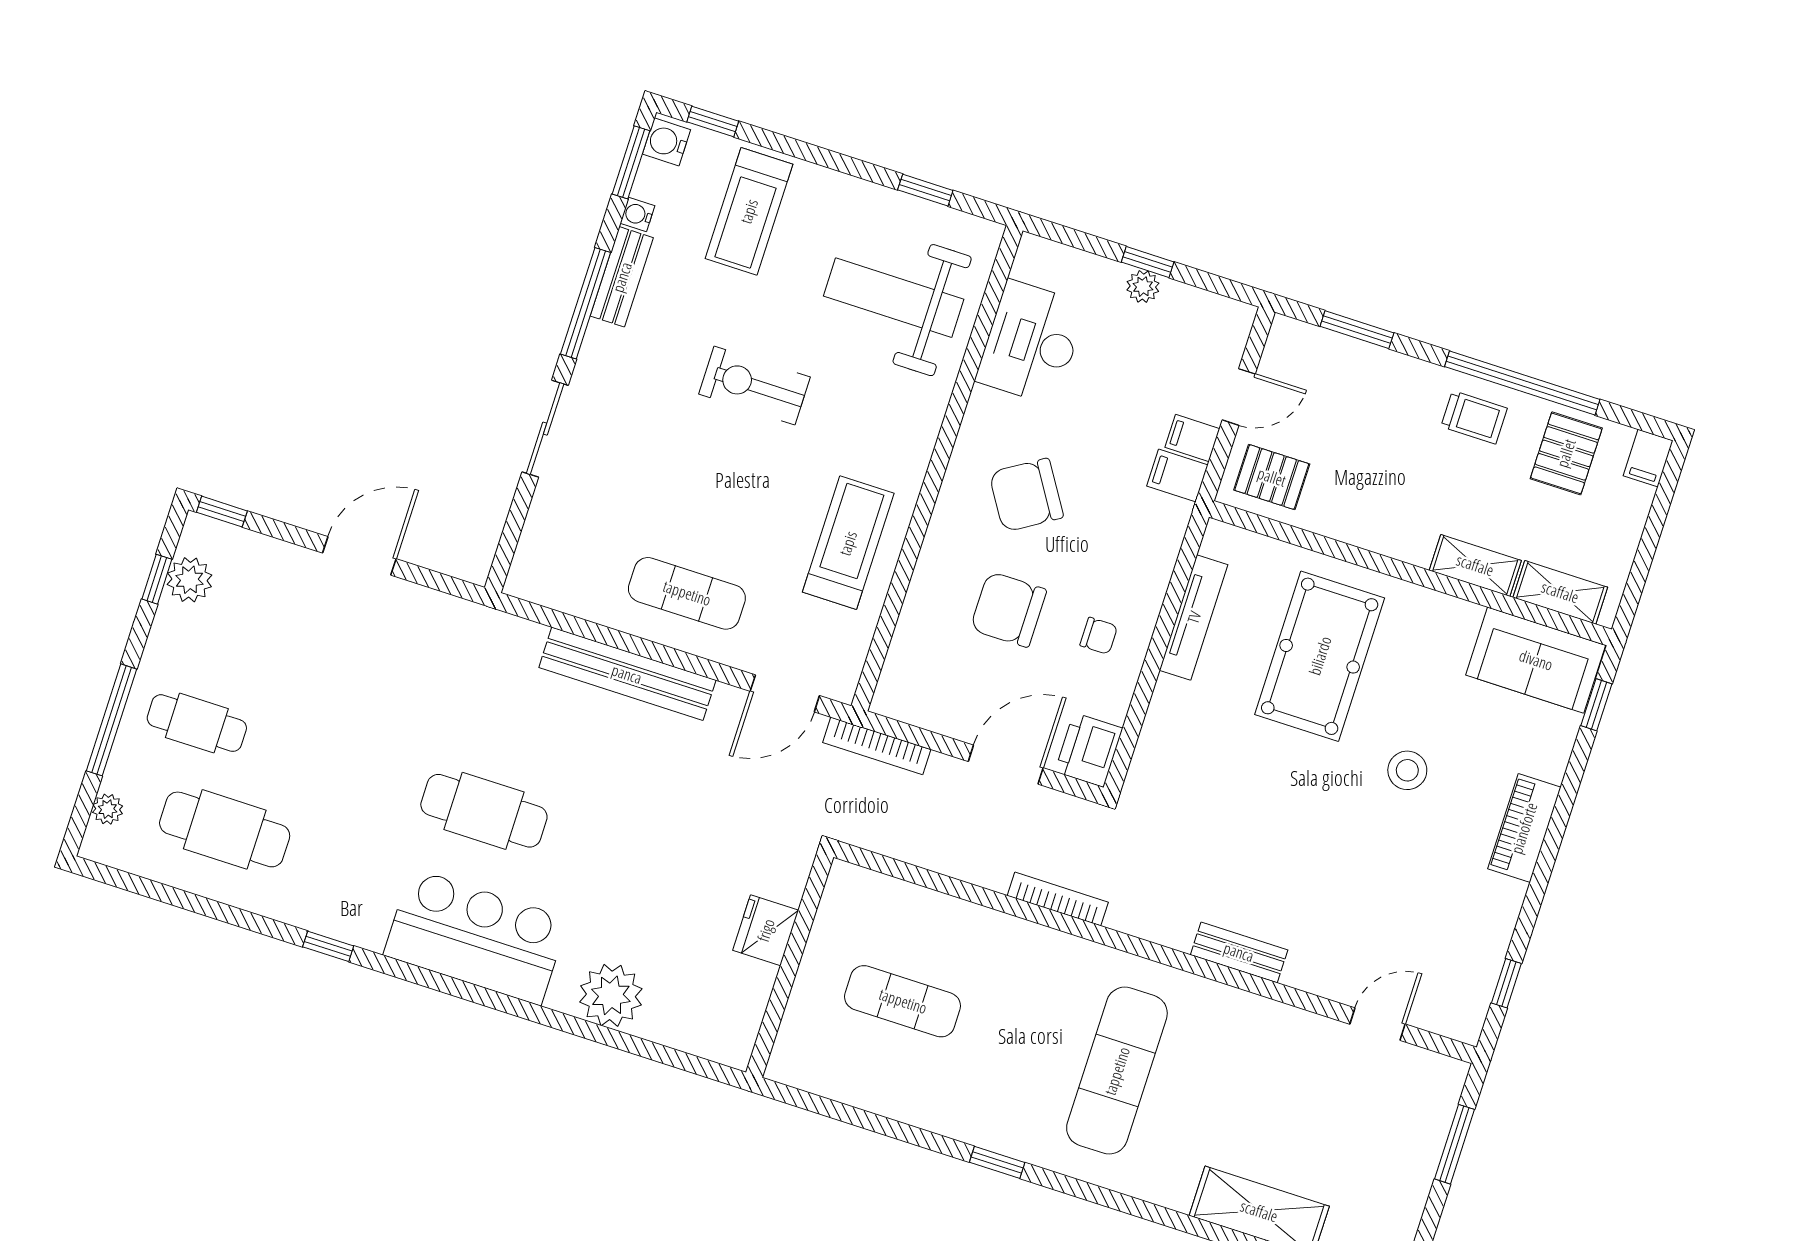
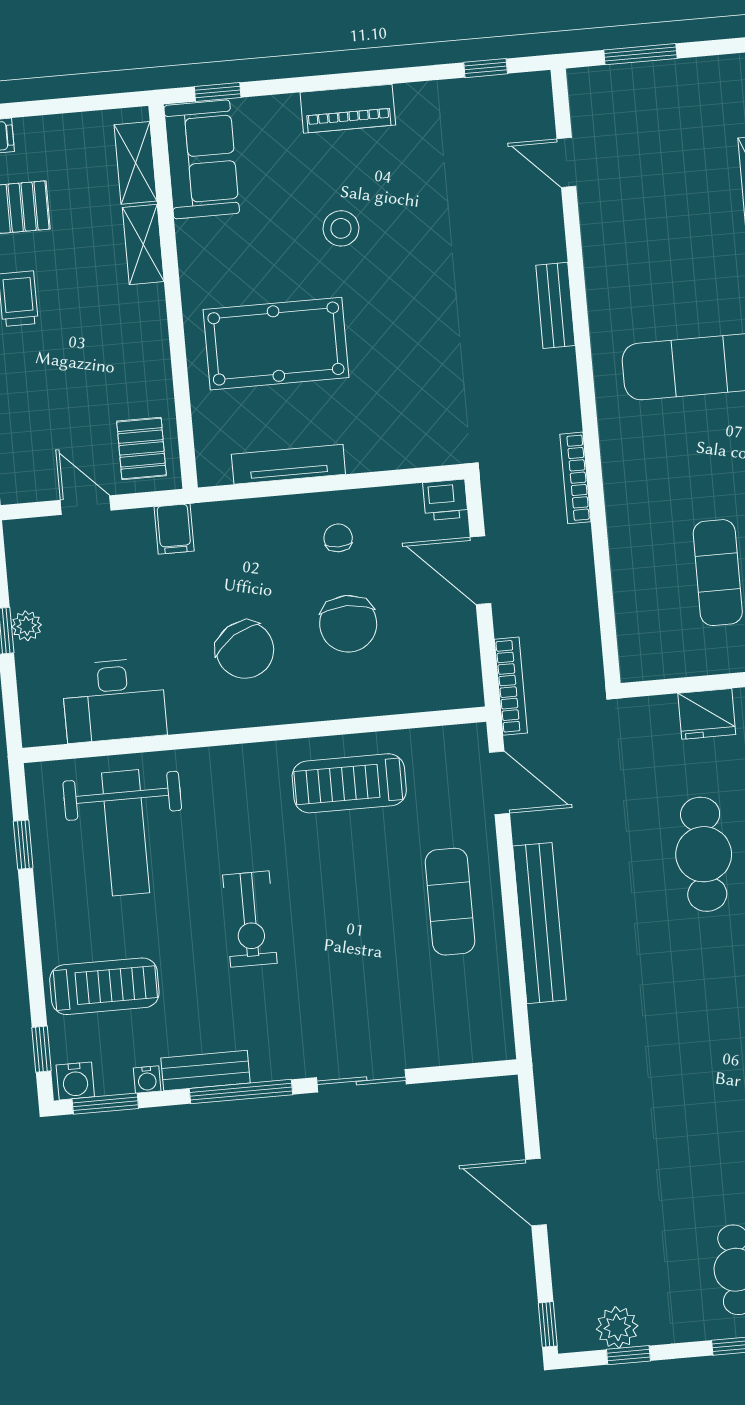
filing cabinet: (1192, 438) -> (137, 530), removed
printer: (1089, 750) -> (445, 500), width x0.73, depth x0.81
cafe table: (484, 811) -> (704, 854), moved

